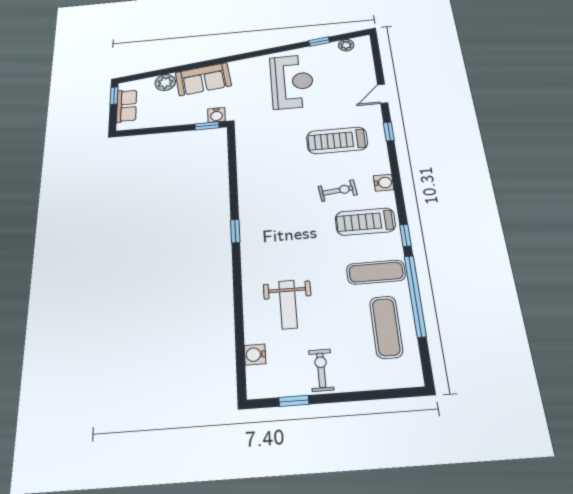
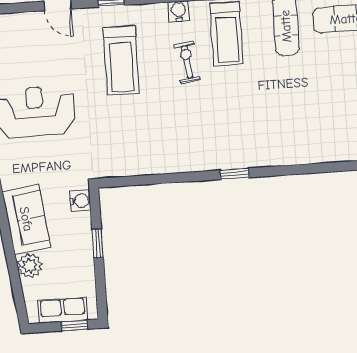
window: (114, 96) -> (74, 325), moved
window: (207, 126) -> (98, 243), moved
weight bench: (288, 304) -> (320, 117), removed

